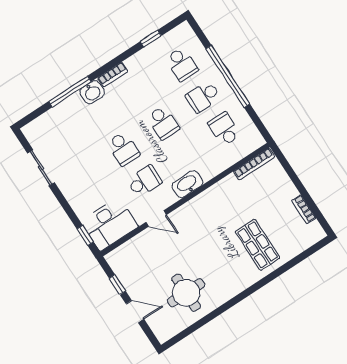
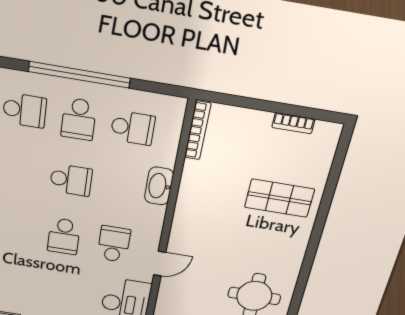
school desk: (224, 129) -> (133, 128), turned 180
school desk: (123, 149) -> (64, 236), turned 90
washbasin: (187, 184) -> (159, 186), moved

